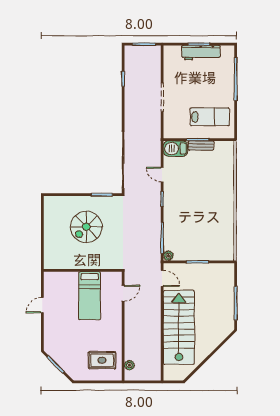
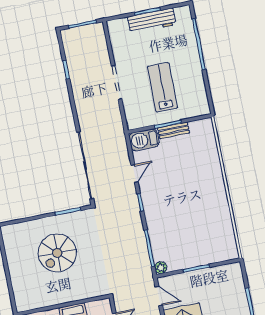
lab bench: (210, 117) -> (162, 87), moved, turned -90
door: (162, 175) -> (135, 173), swing flipped

